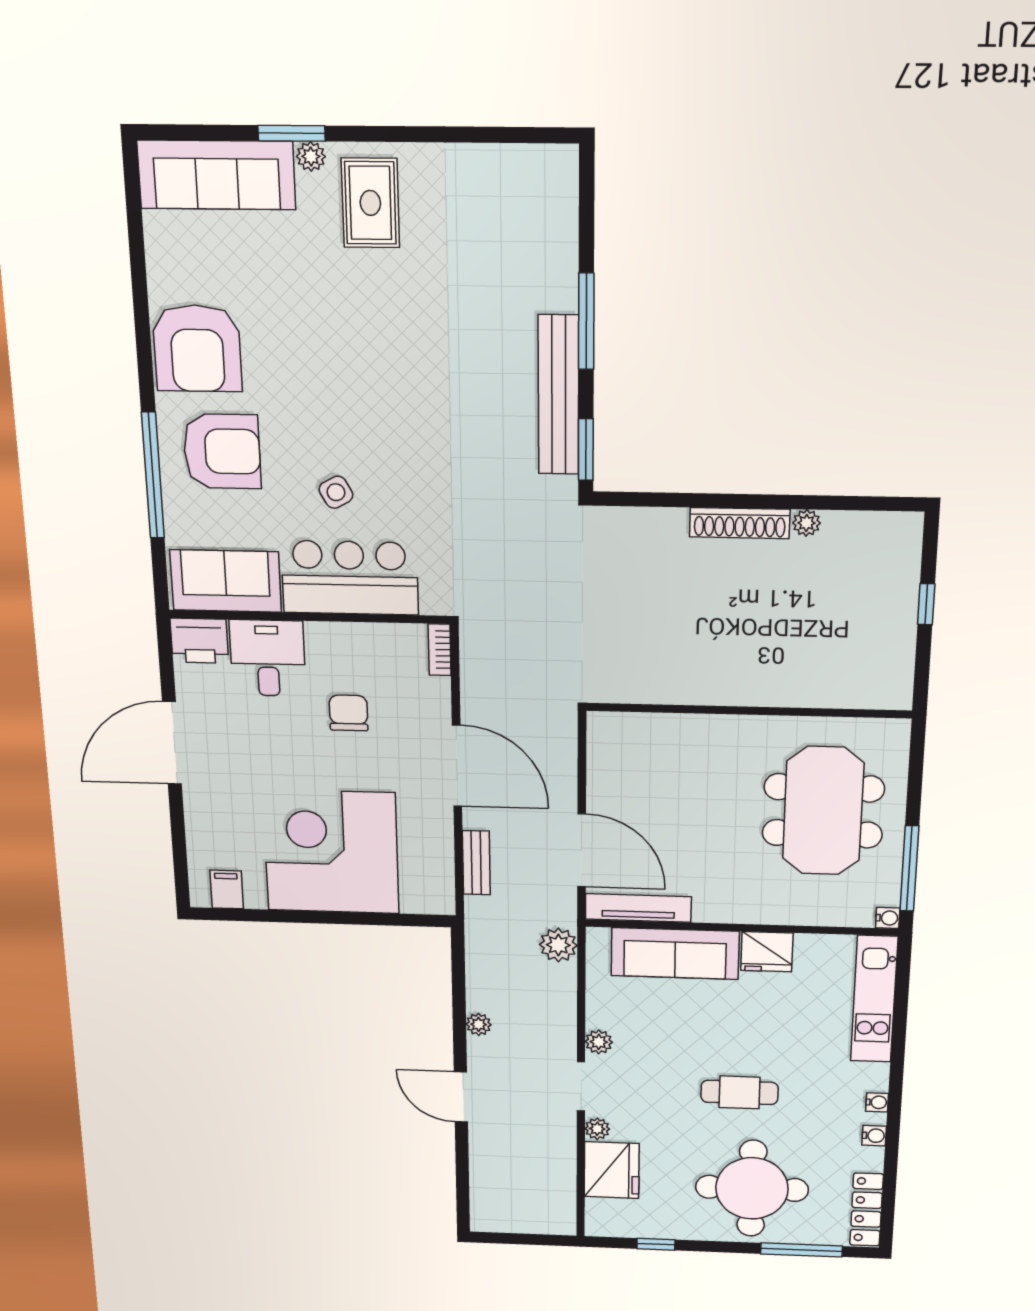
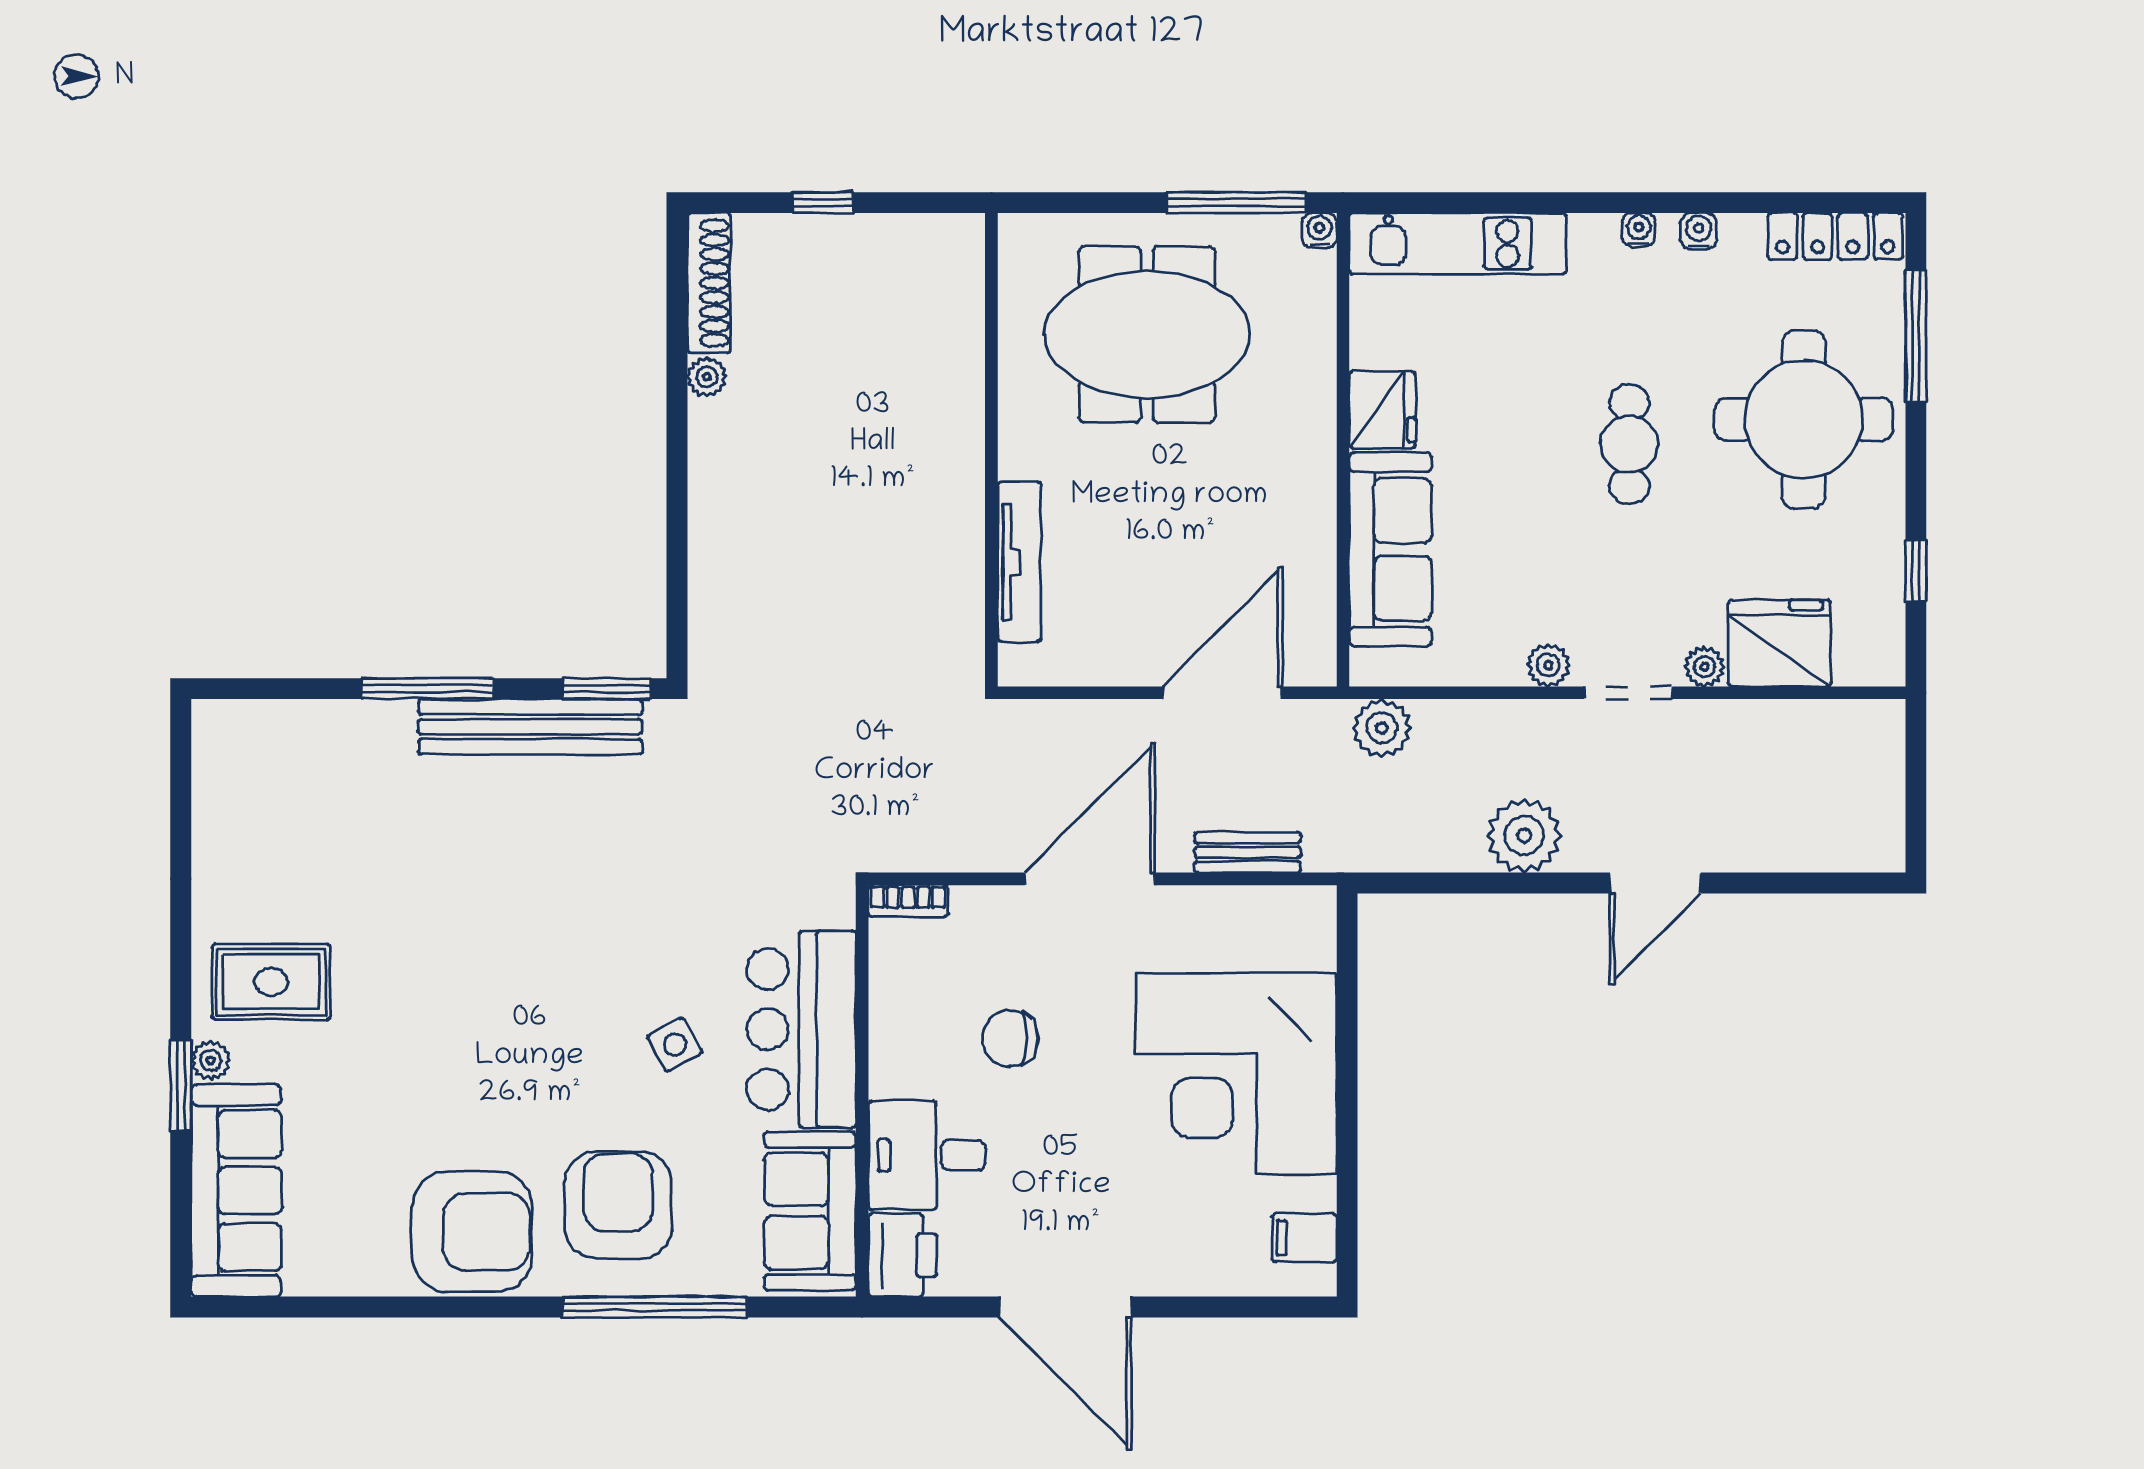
shoe rack: (740, 523) -> (709, 283), moved
tv unit: (638, 908) -> (1019, 562), moved, turned 180
plant: (479, 1024) -> (1524, 836), width x1.88, depth x1.88

